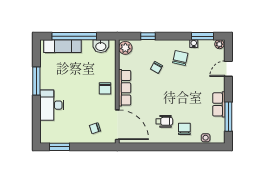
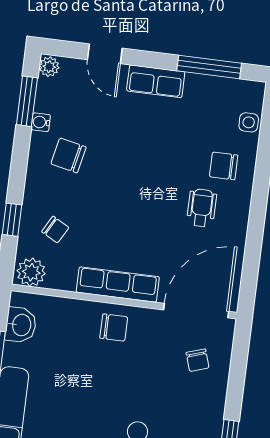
chair: (156, 67) -> (55, 230), moved
row of seats: (219, 104) -> (156, 81), moved

